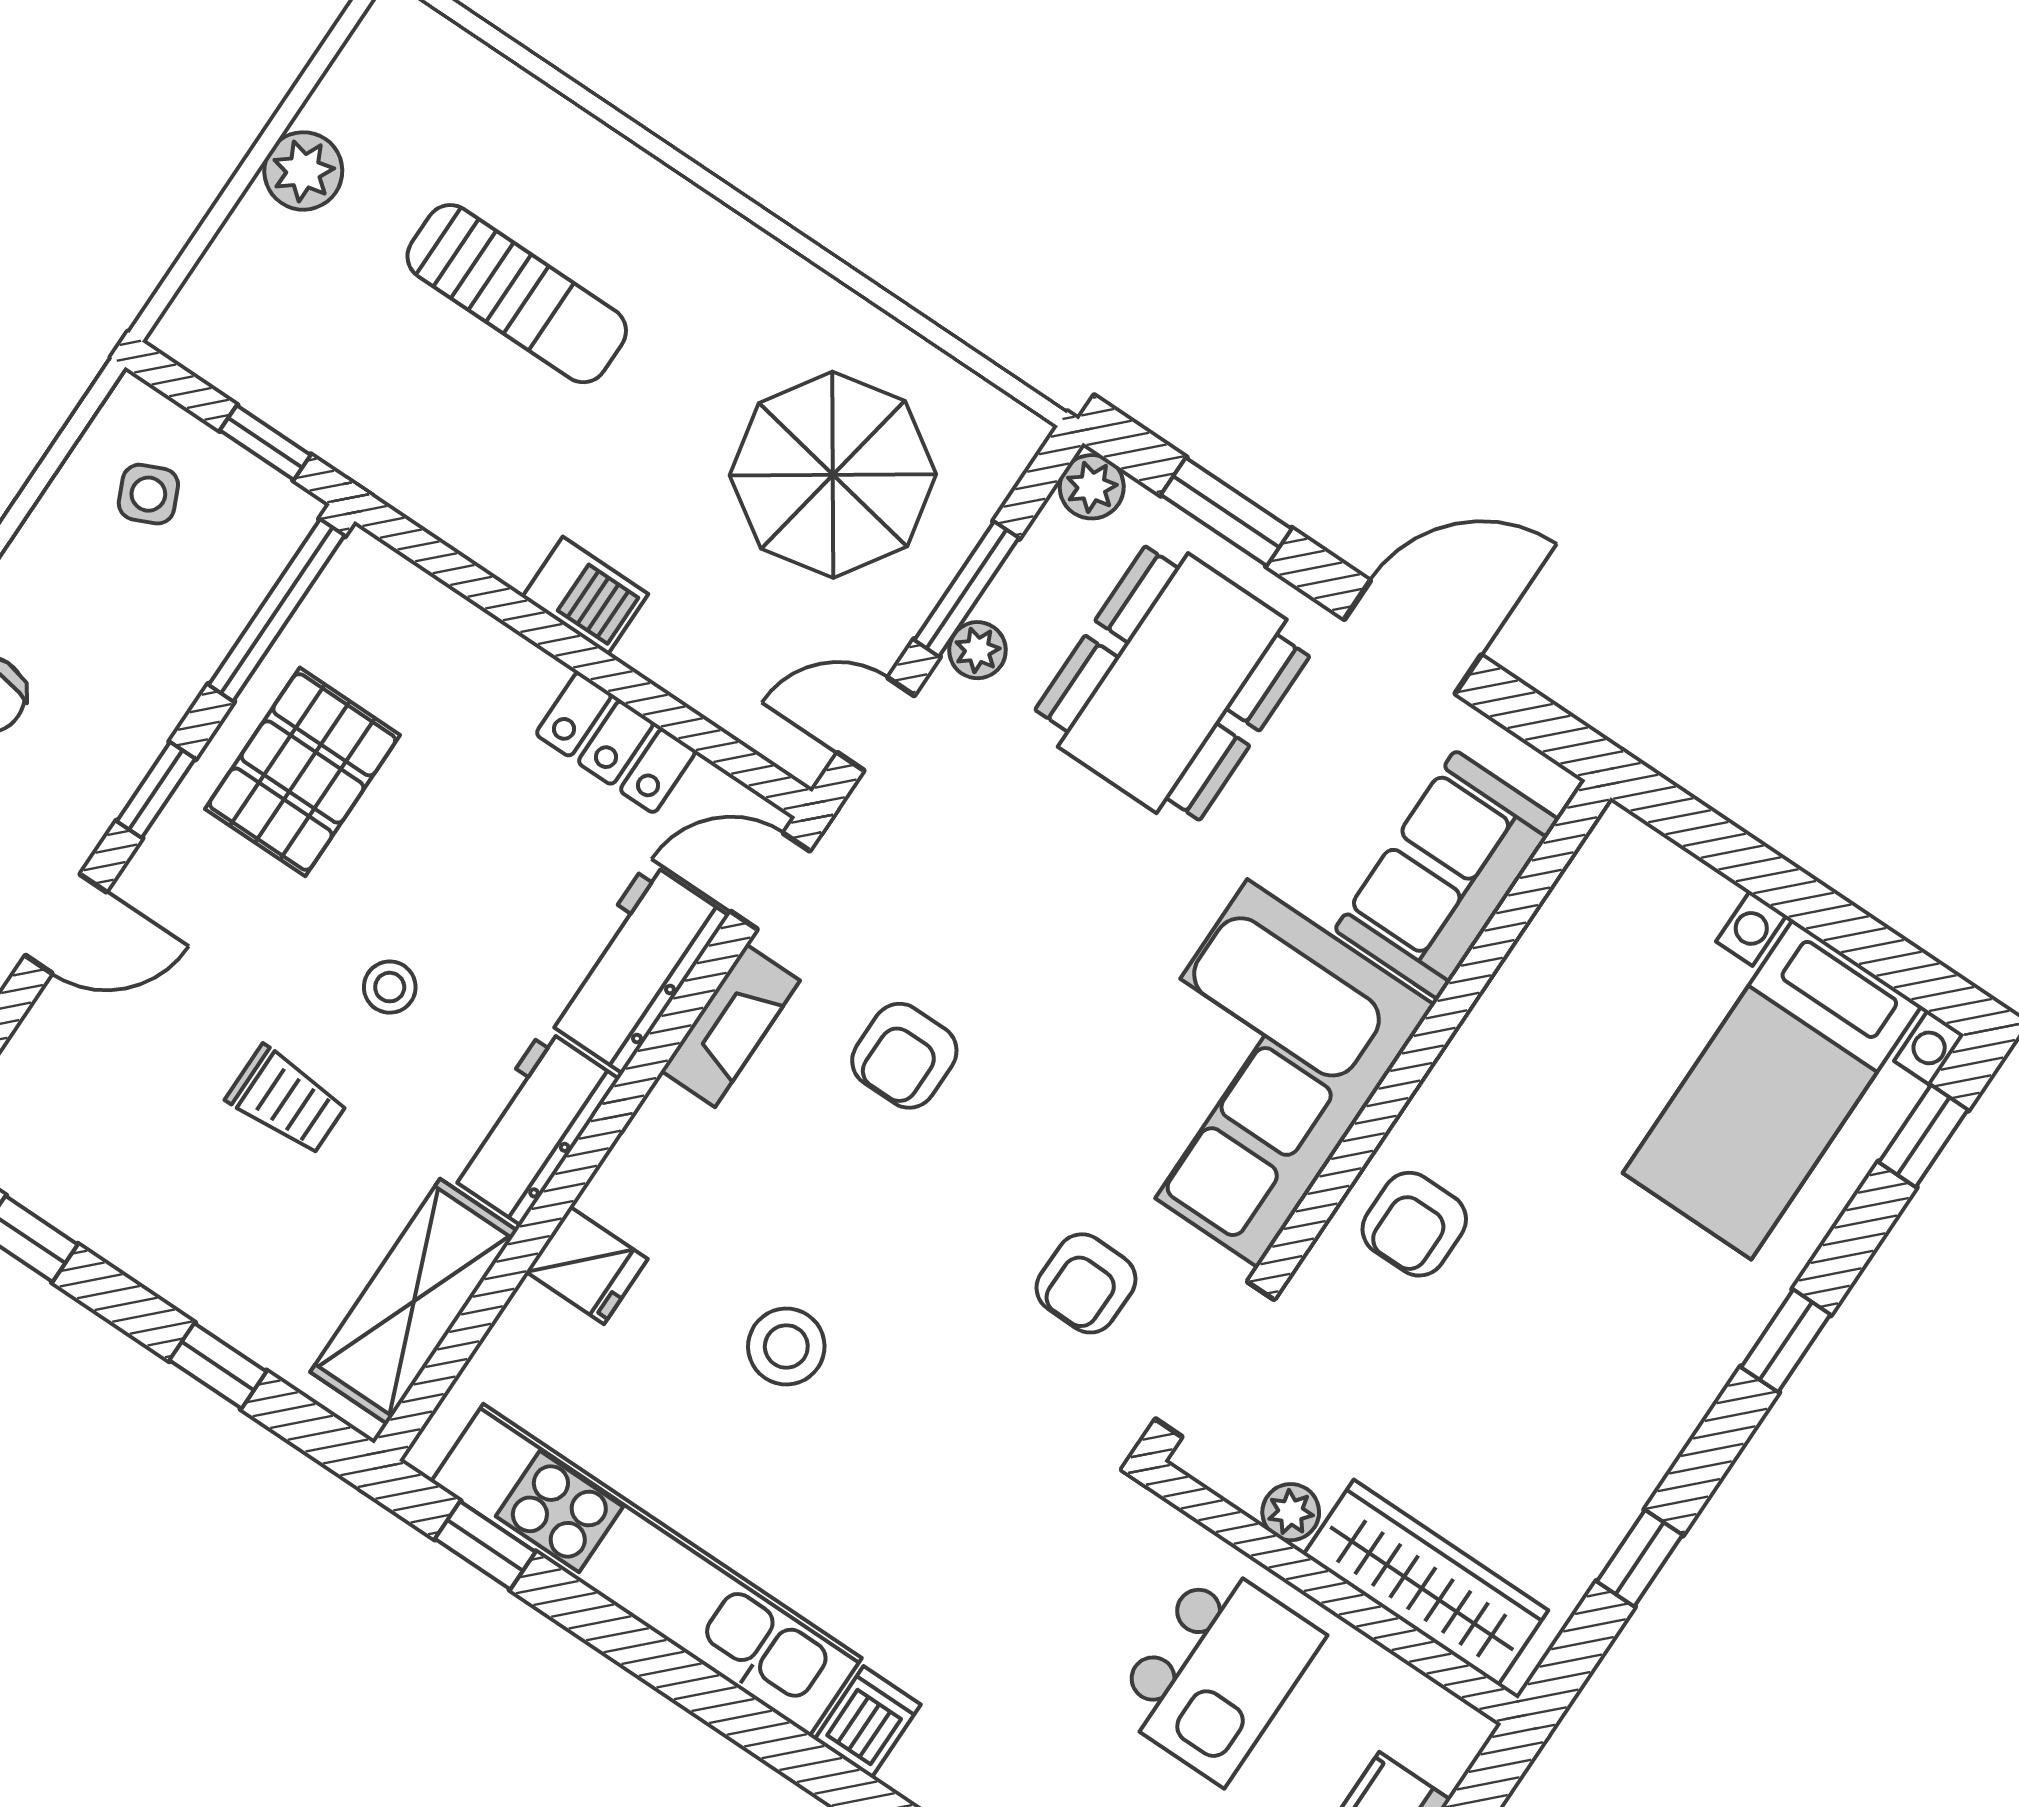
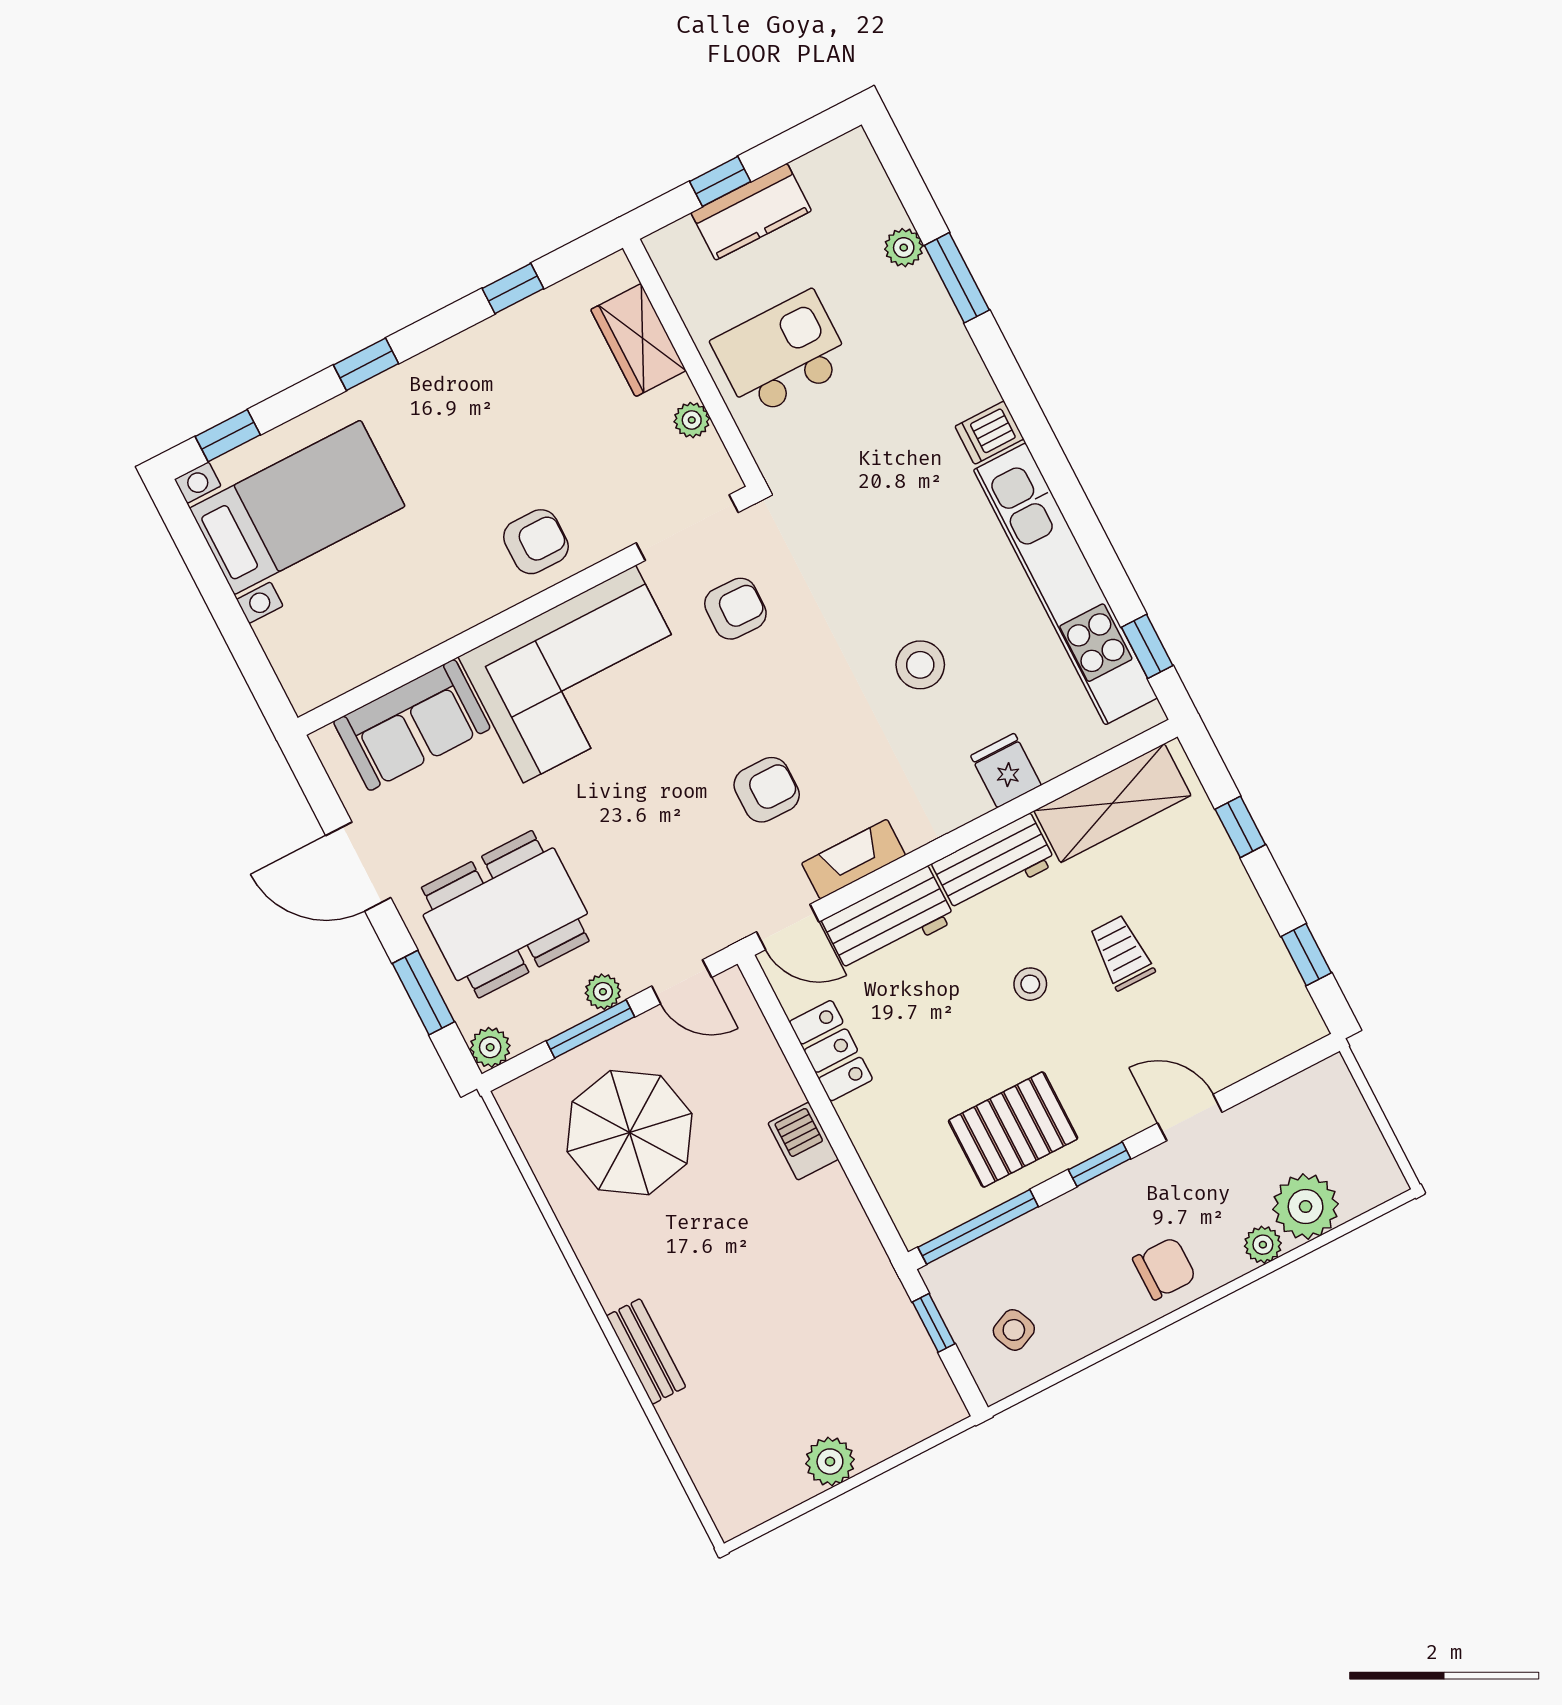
bench: (643, 183) -> (646, 1351), added
sun lounger: (517, 294) -> (749, 1329), removed
wardrobe: (1426, 1582) -> (638, 340), width x0.67

